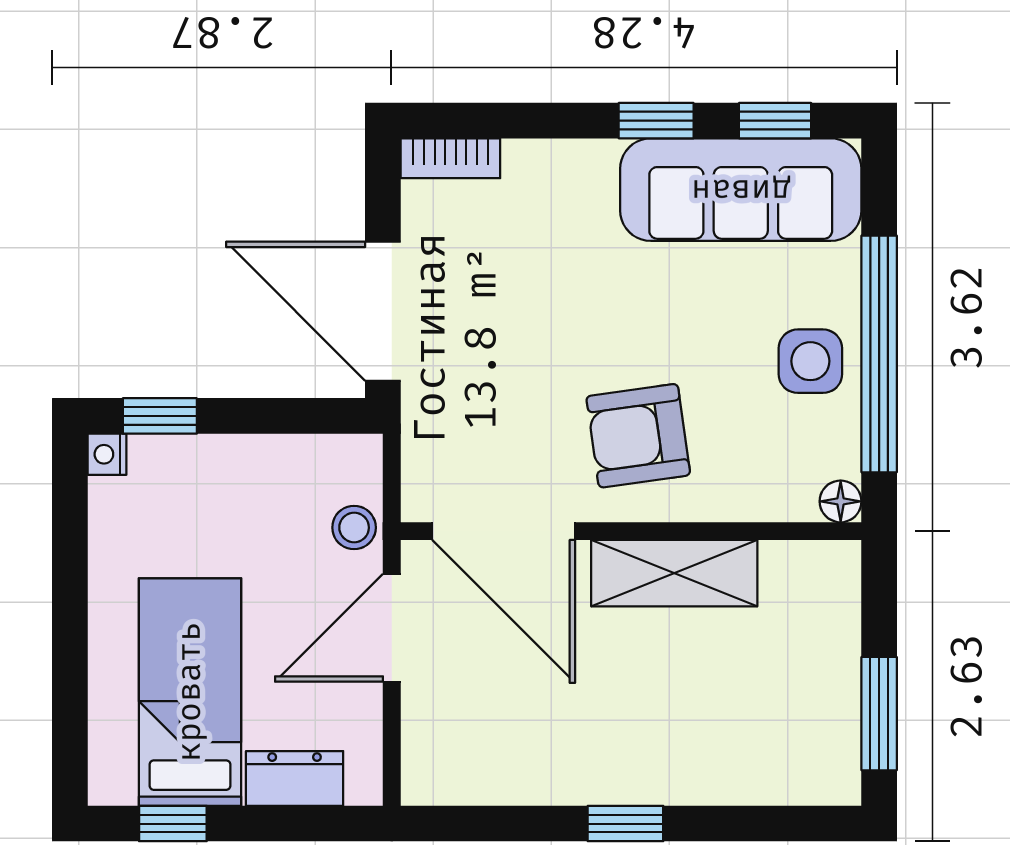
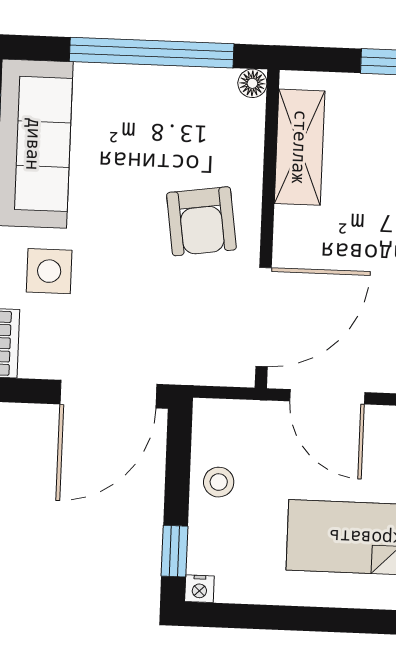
side table: (810, 361) -> (49, 271), moved
stool: (354, 528) -> (219, 482), moved
shelving: (674, 573) -> (300, 147), moved

